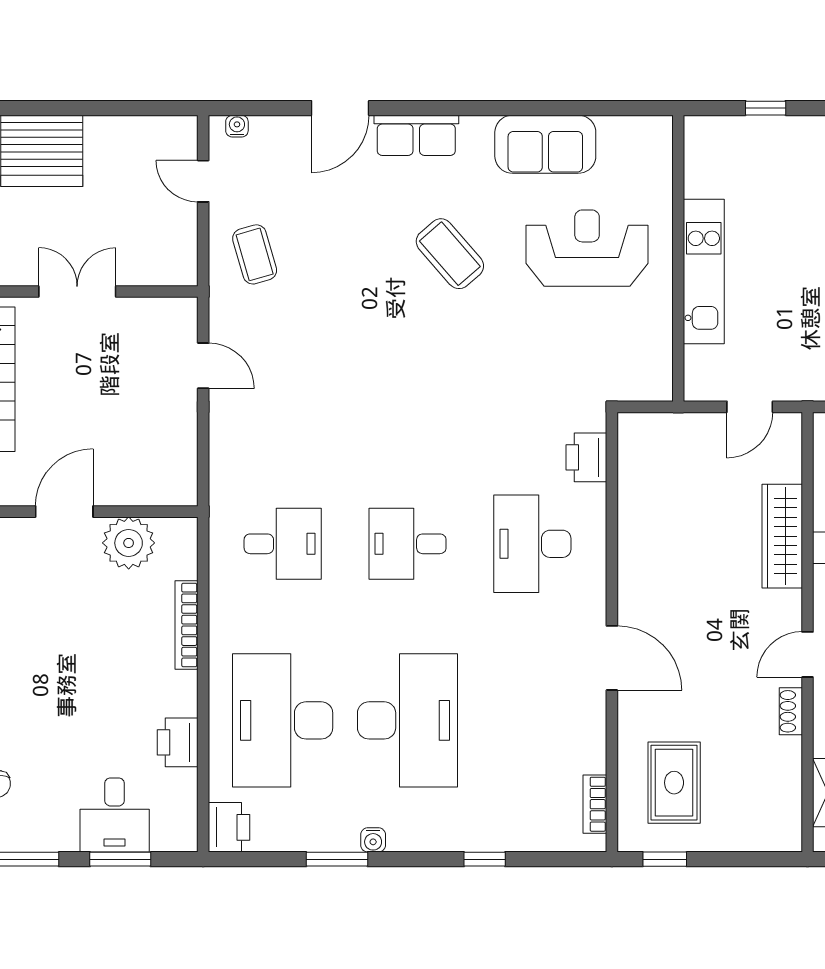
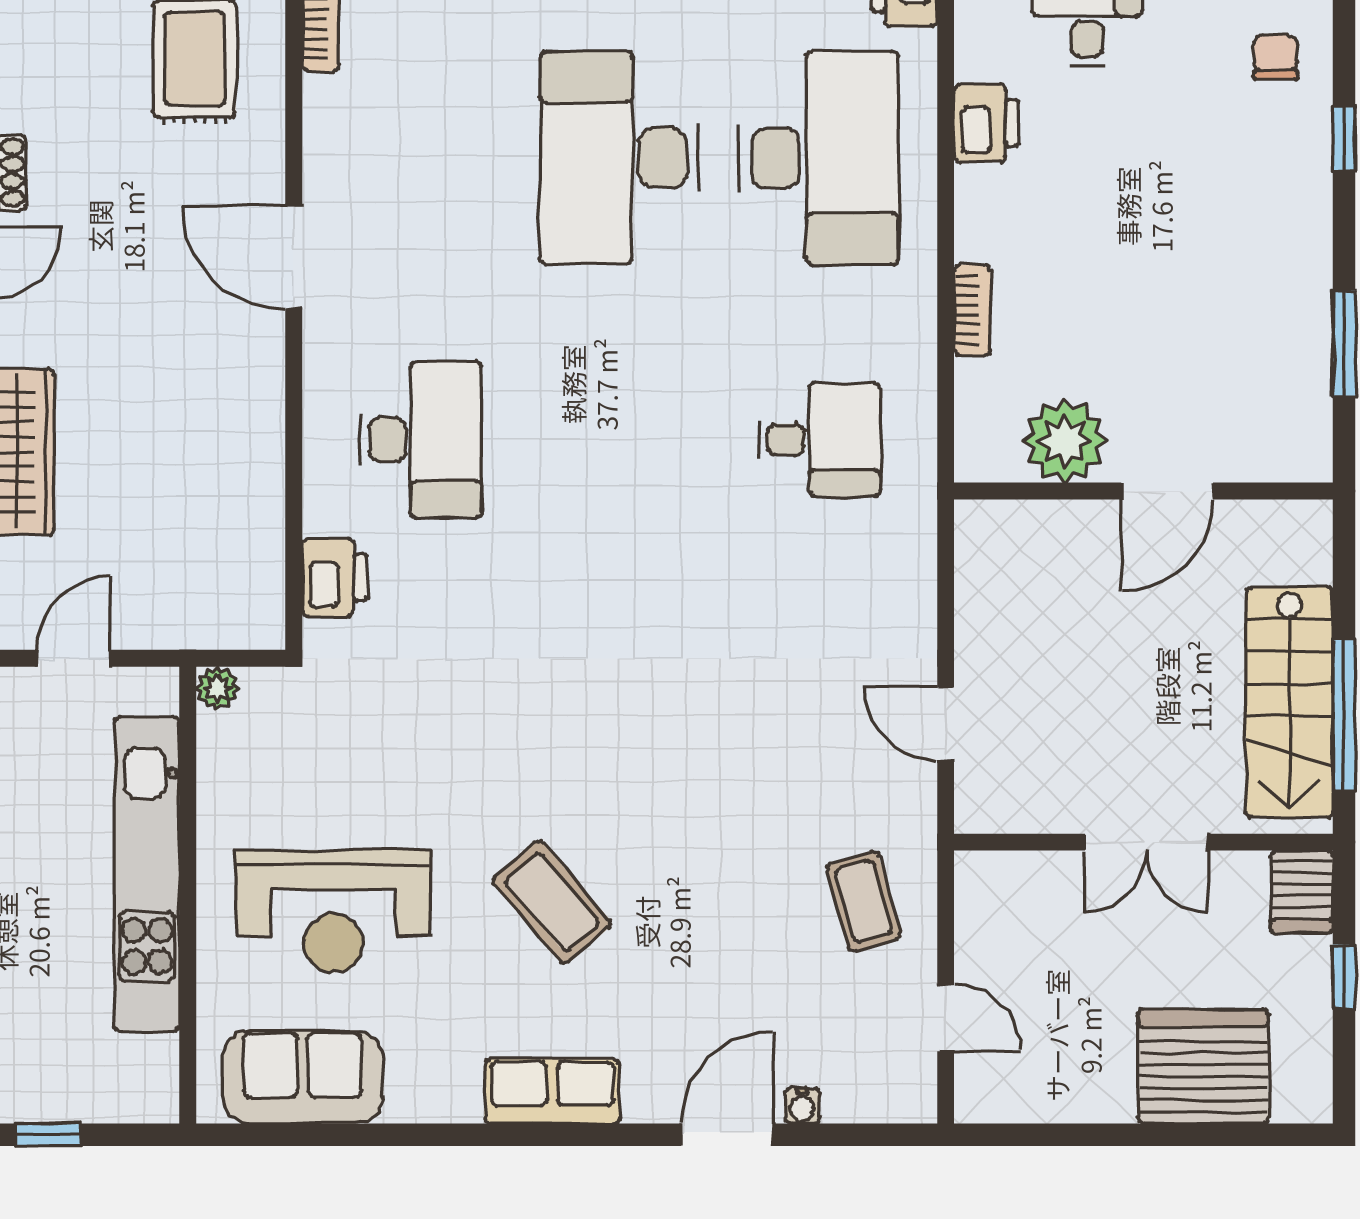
water cooler: (237, 126) -> (802, 1106), moved
row of seats: (416, 135) -> (552, 1091), moved
sofa: (545, 144) -> (303, 1077), moved
kitchen unit: (704, 272) -> (147, 874), width x1.36
plant: (660, 388) -> (218, 688), added
desk: (283, 544) -> (819, 440), turned 180
desk: (408, 544) -> (620, 440), removed
bookcase: (187, 625) -> (972, 310), width x0.64

